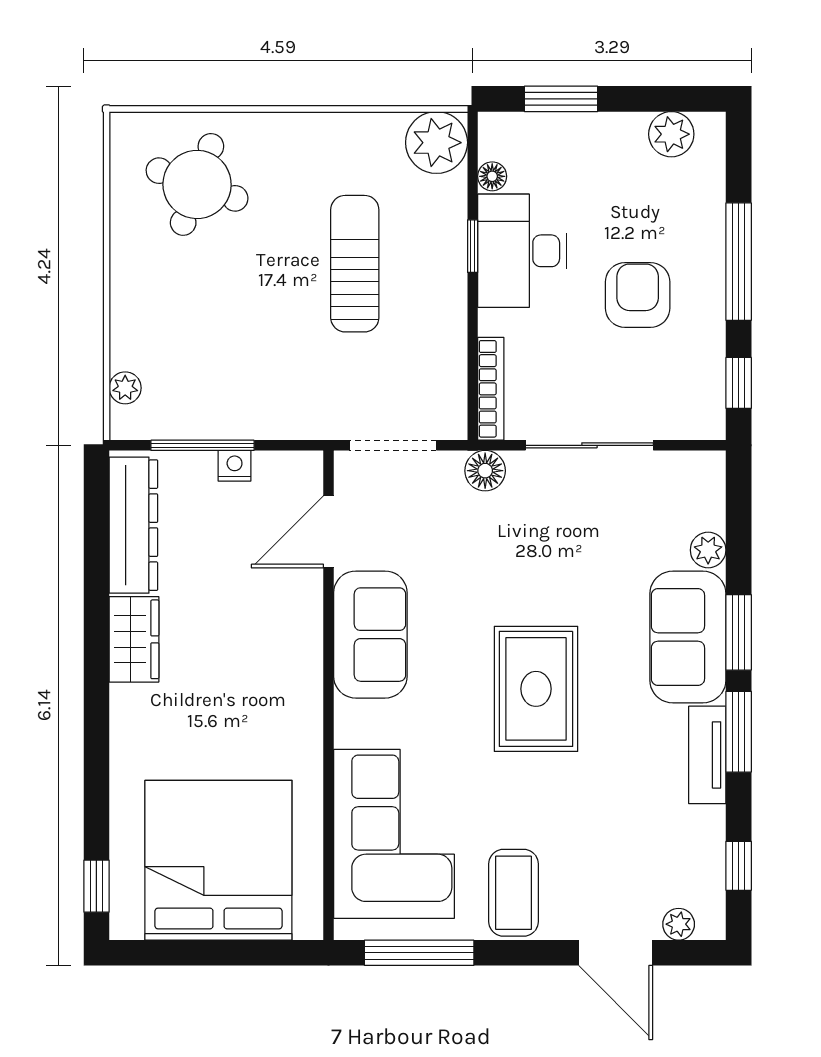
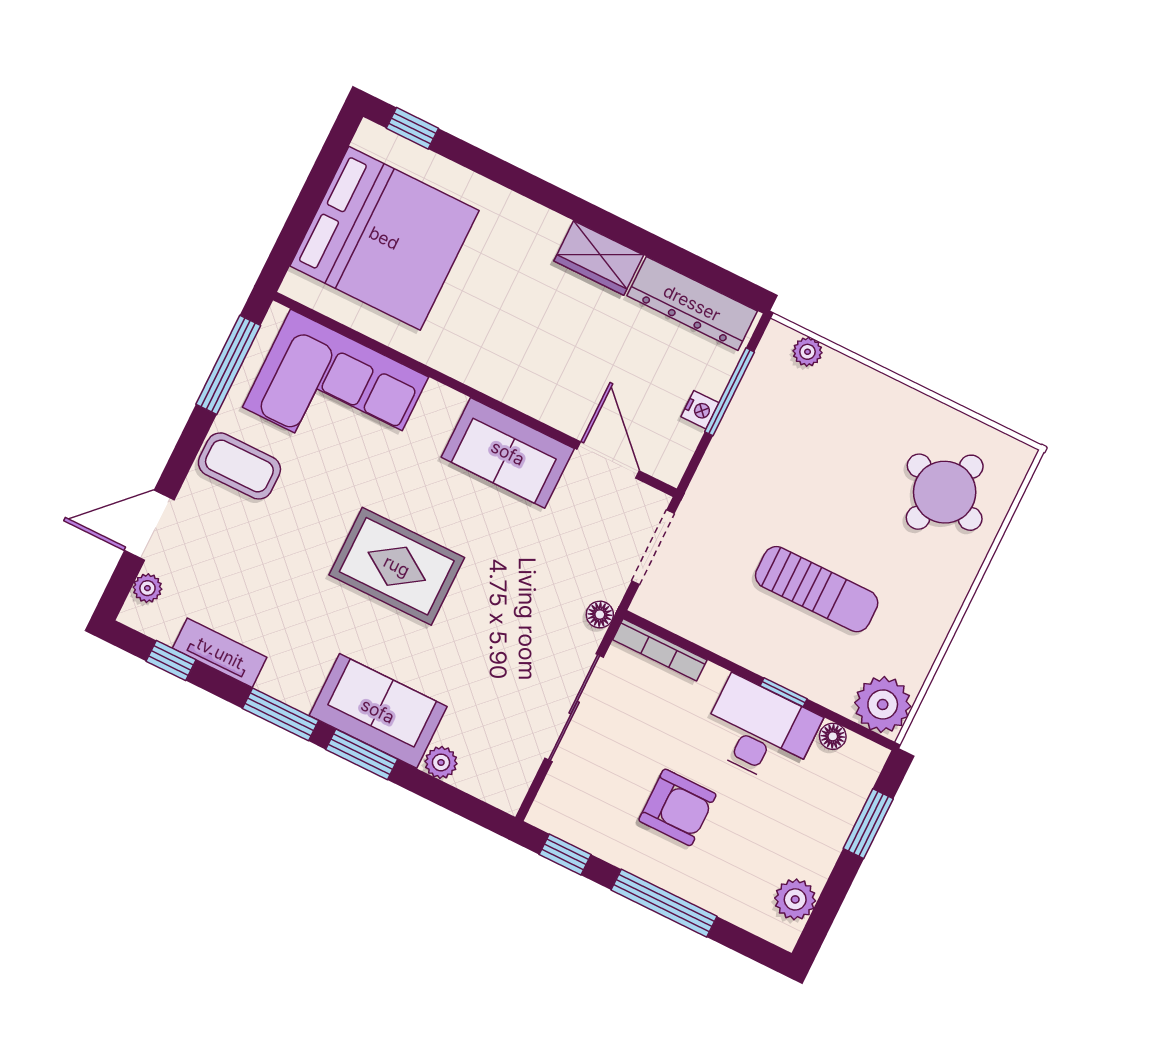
floor lamp: (485, 471) -> (600, 615), width x0.73, depth x0.73
tv unit: (707, 755) -> (220, 653), moved

